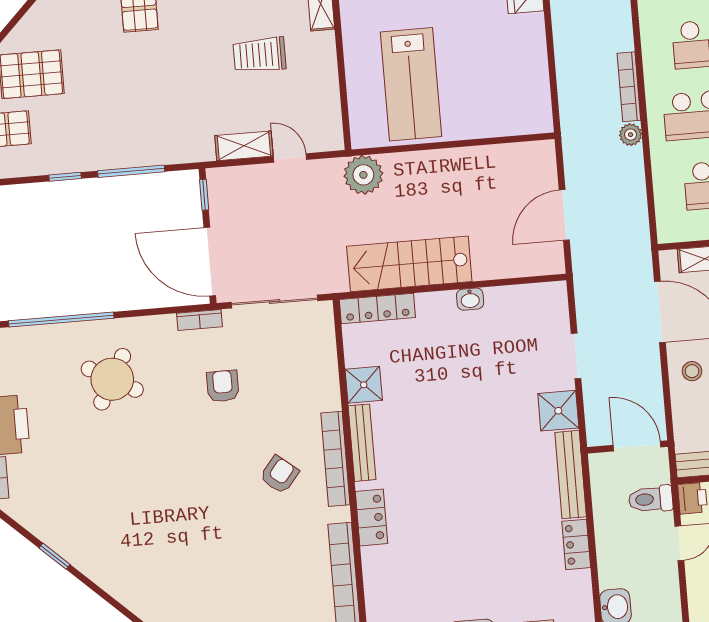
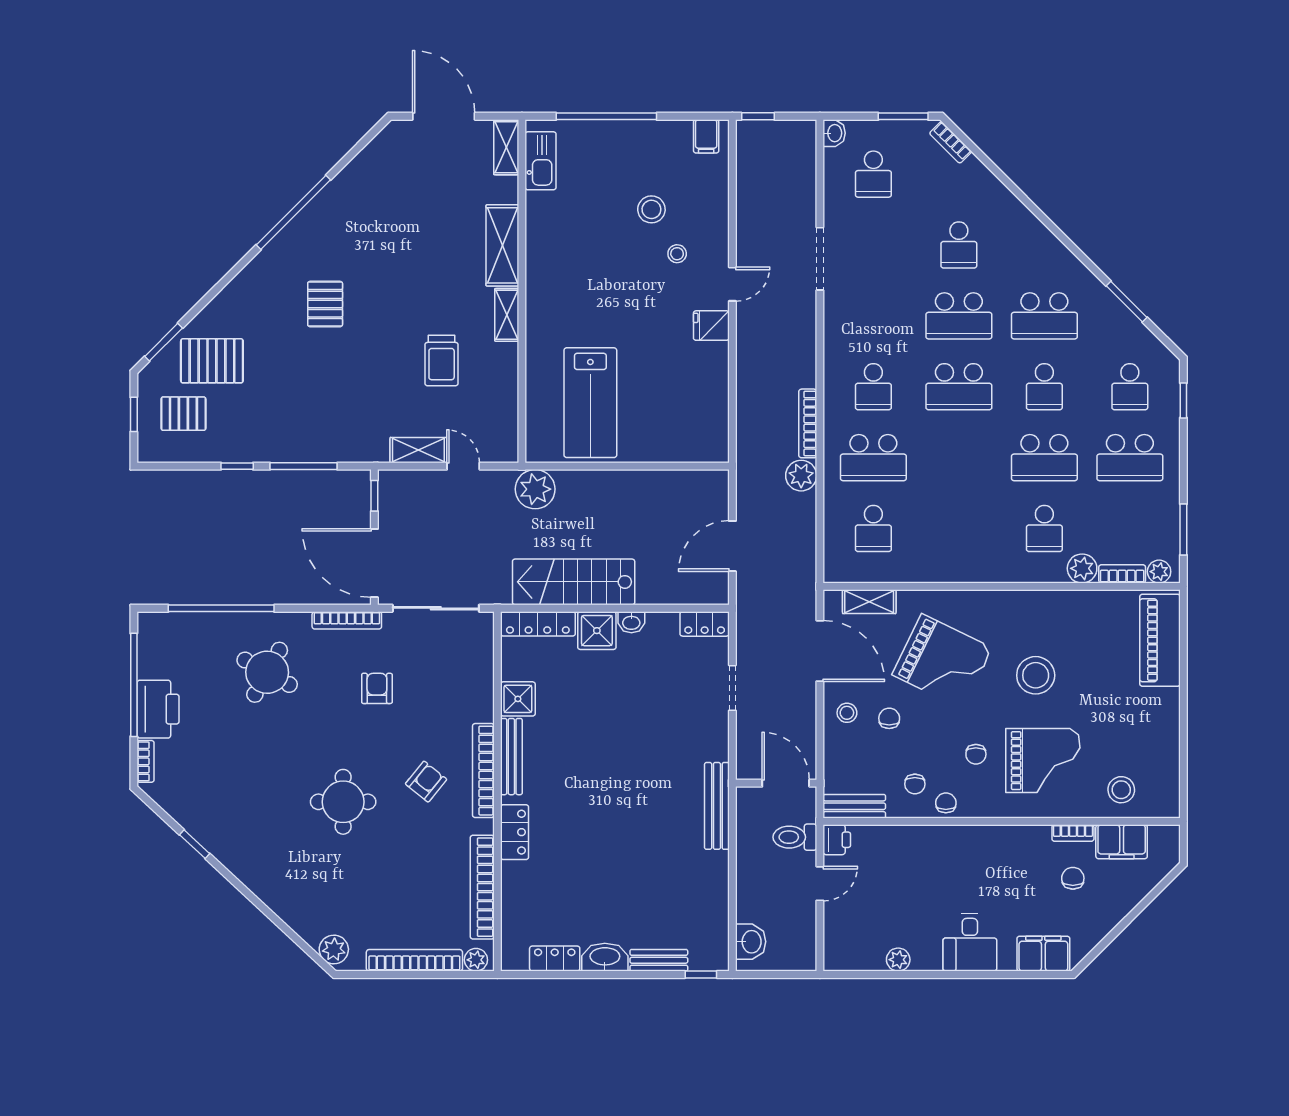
trolley: (260, 55) -> (442, 361), turned -90
plant: (631, 135) -> (801, 476), width x1.38, depth x1.38
bookcase: (199, 320) -> (347, 620), width x1.56
shower: (558, 411) -> (597, 631), moved
round table: (199, 502) -> (343, 802), added
locker: (576, 544) -> (705, 624), moved, turned -90

